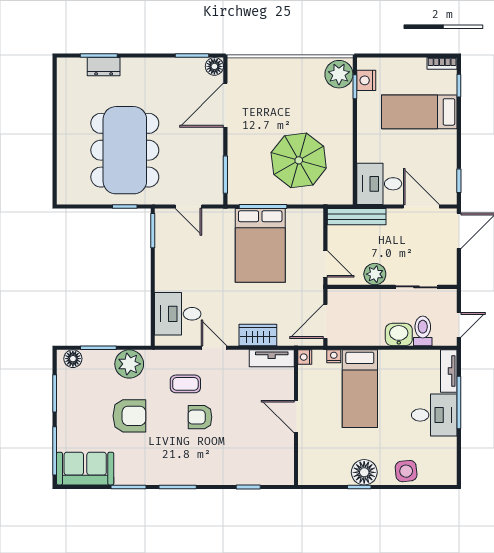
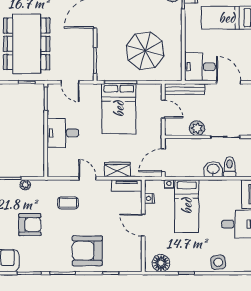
door: (325, 264) -> (163, 109), moved
desk: (178, 314) -> (63, 133), moved
nightstand: (305, 357) -> (149, 198), moved
plant: (129, 364) -> (25, 185), width x0.53, depth x0.53
armchair: (200, 417) -> (87, 251), moved, width x1.88, depth x1.88
floor lamp: (364, 472) -> (161, 263), moved

